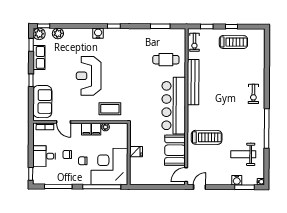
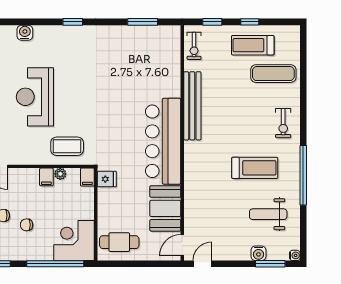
water cooler: (98, 33) -> (25, 33), moved
treadmill: (233, 42) -> (253, 45), turned 180
cafe table: (166, 60) -> (119, 242), moved
exercise mat: (247, 61) -> (273, 74), added
filing cabinet: (86, 129) -> (87, 177), moved
treadmill: (207, 137) -> (255, 168), moved
fridge: (136, 152) -> (107, 179), moved
corner desk: (109, 166) -> (74, 240), width x0.74, depth x0.74

